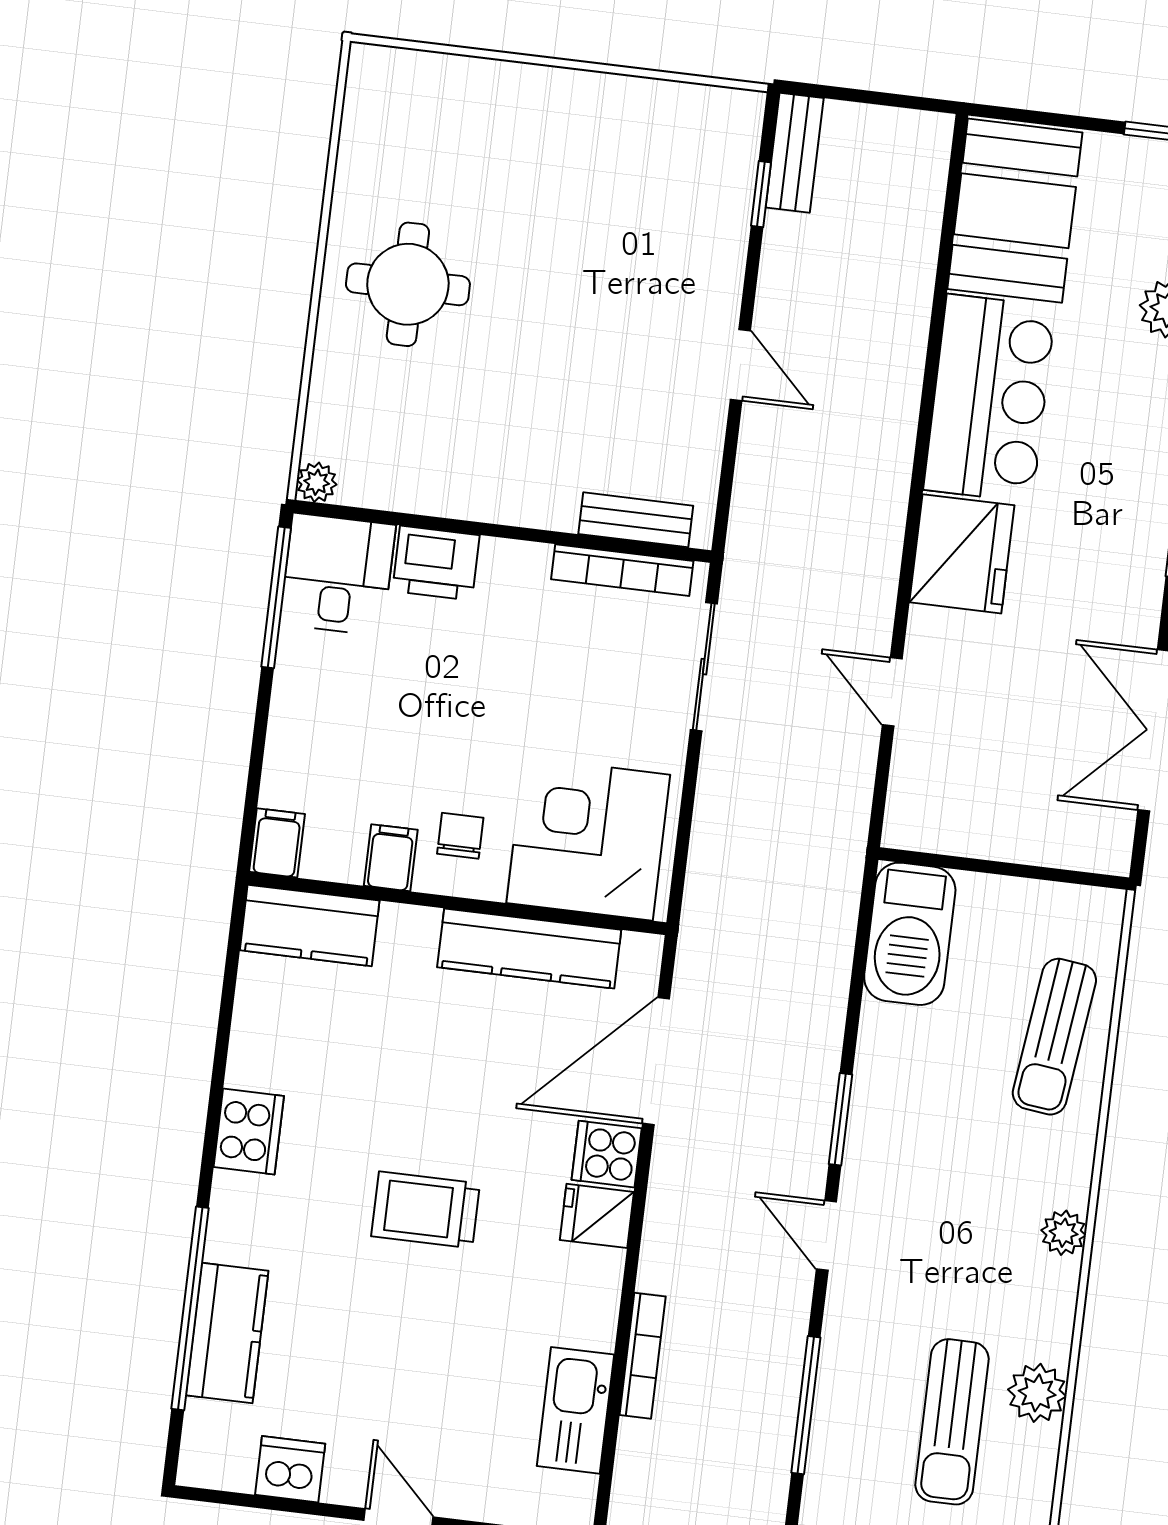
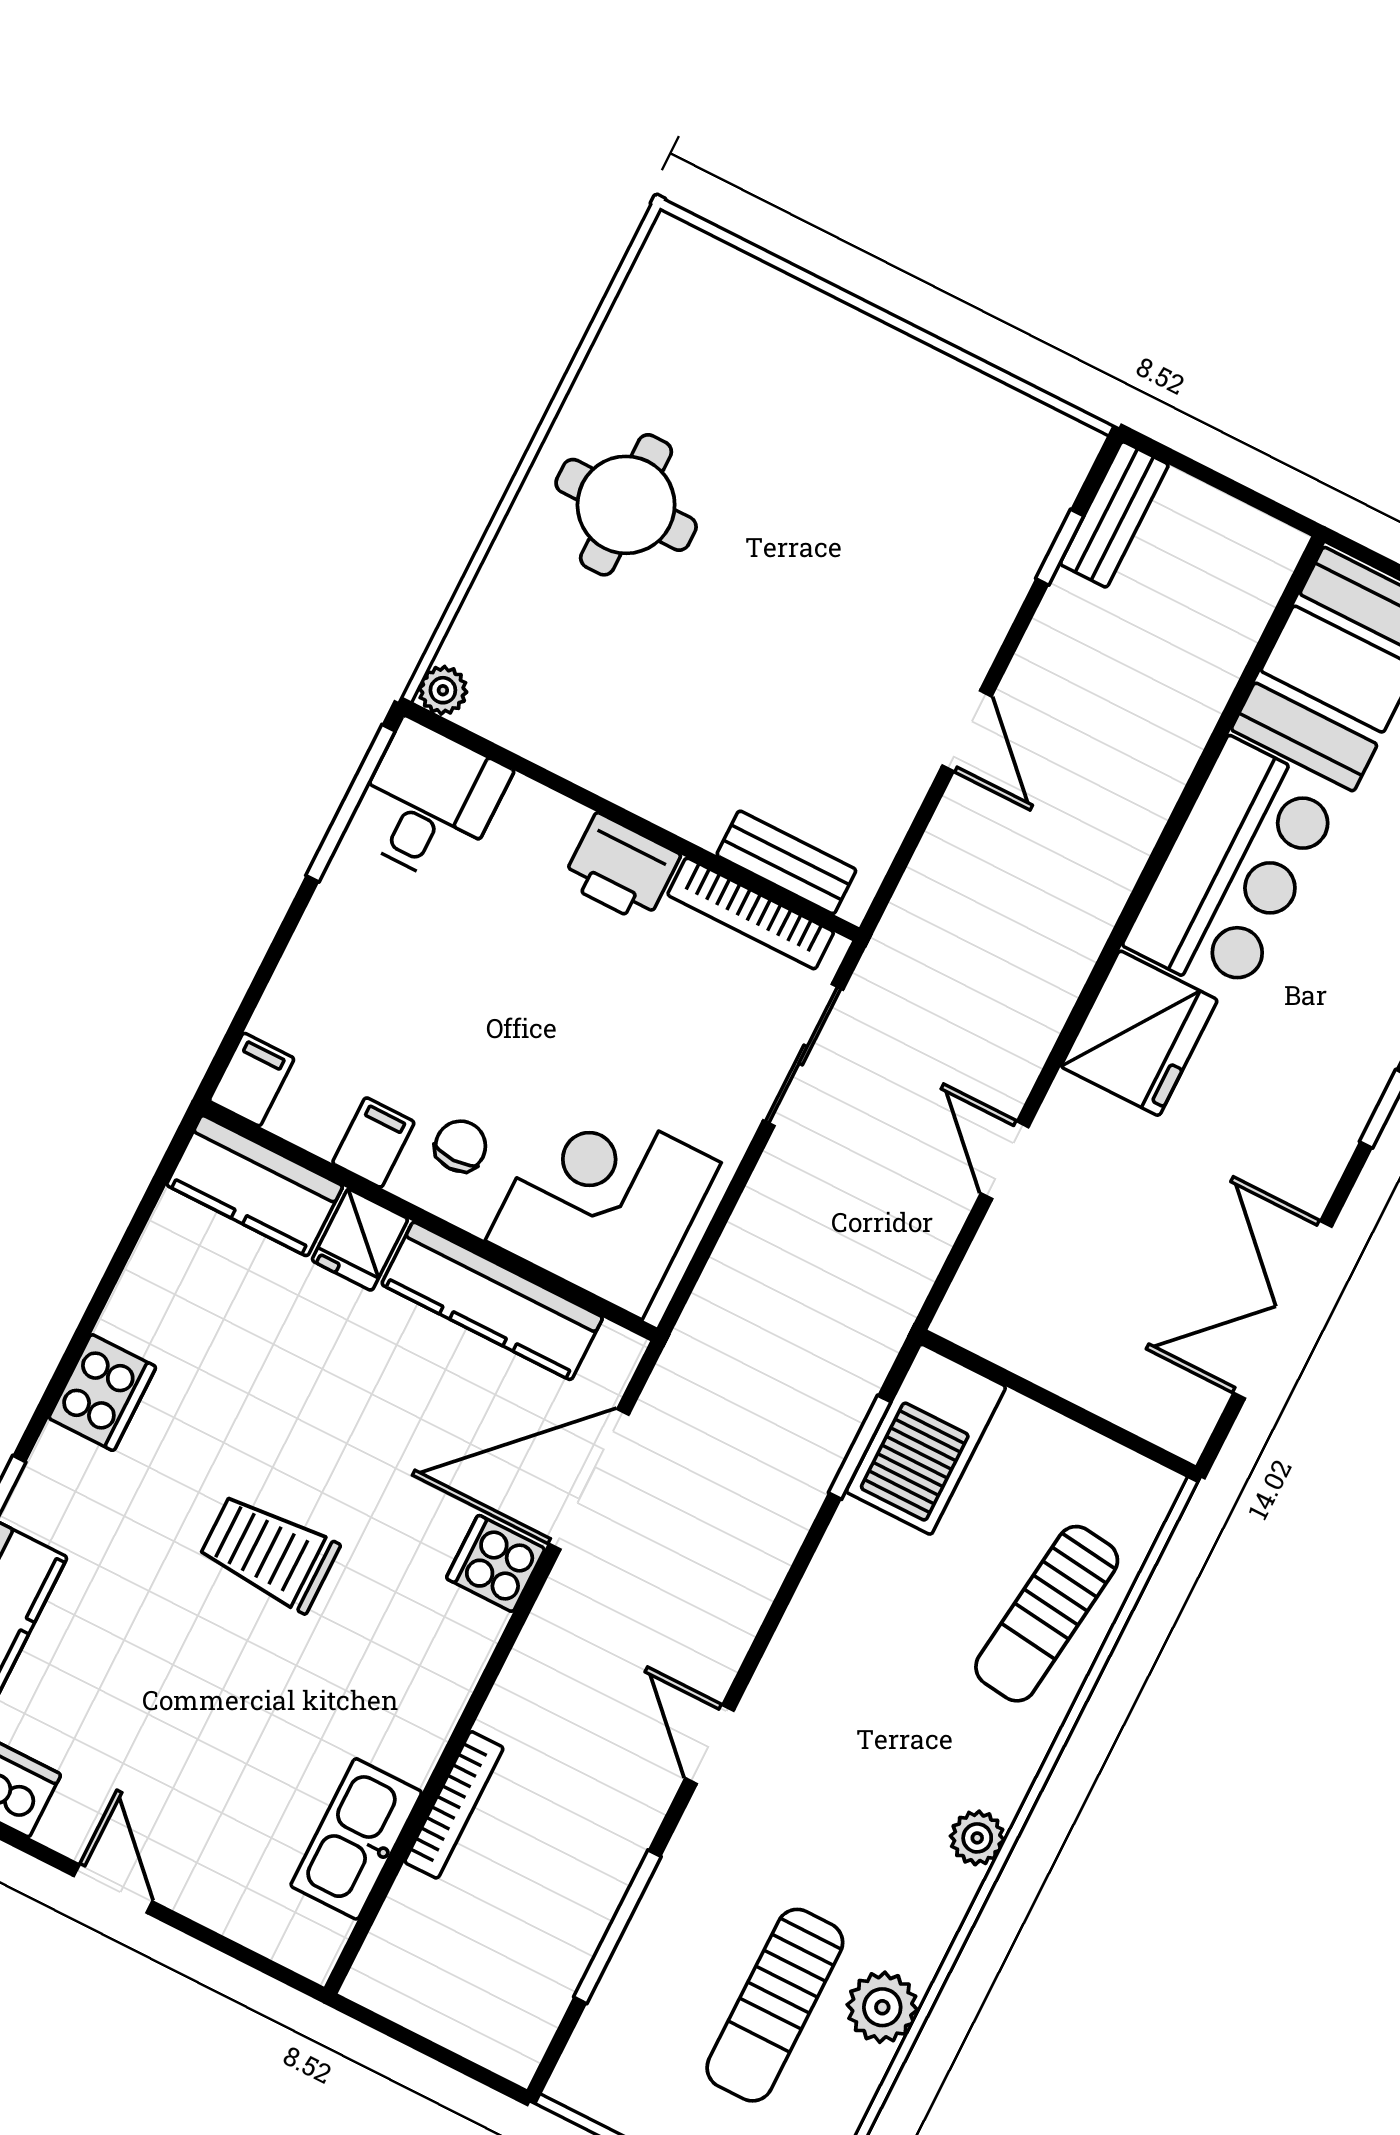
printer: (436, 563) -> (621, 868), moved
window: (840, 1119) -> (860, 1447), moved
fridge: (597, 1216) -> (360, 1240), moved, turned -90

